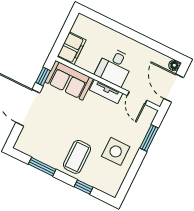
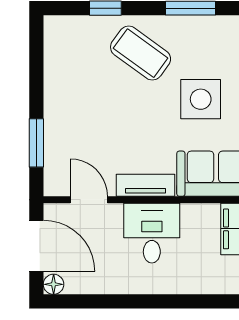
side table: (116, 151) -> (201, 99), moved
coffee table: (77, 157) -> (141, 53), turned -54

